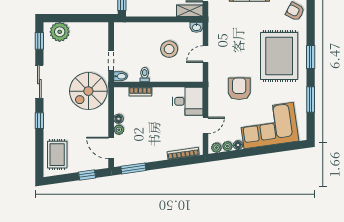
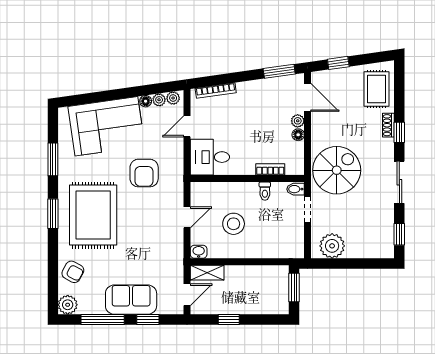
plant: (60, 32) -> (332, 246), moved
shoe rack: (48, 126) -> (388, 125), added

